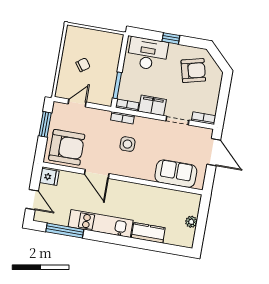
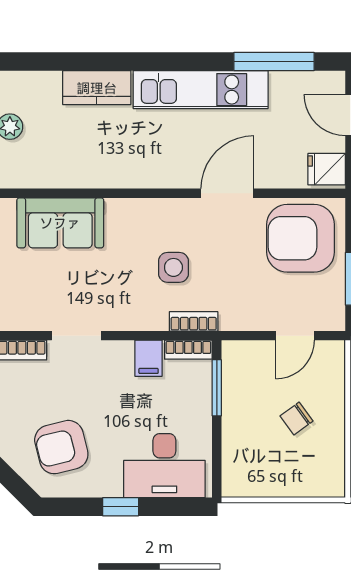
filing cabinet: (152, 105) -> (149, 358), width x0.50
door: (97, 174) -> (227, 193), hinge flipped

